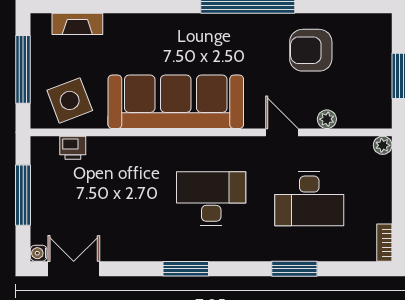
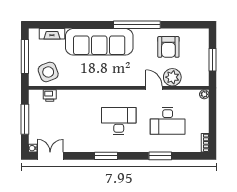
armchair: (311, 50) -> (168, 47), turned -90
sofa: (176, 102) -> (99, 42), moved, turned 180
plant: (327, 119) -> (172, 77), width x1.88, depth x1.88

